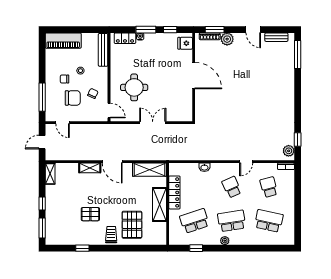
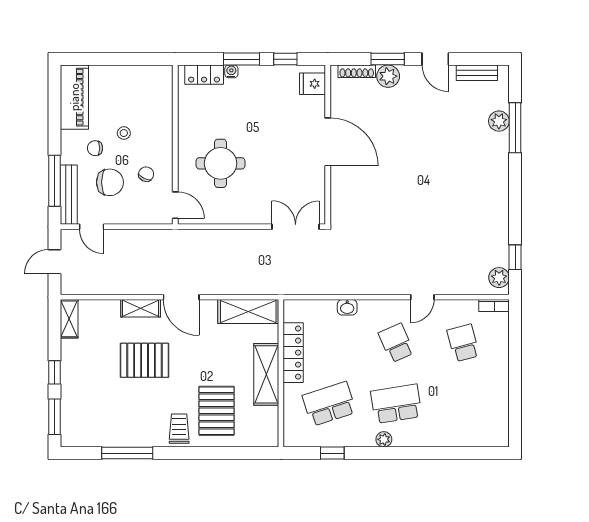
window: (215, 30) -> (388, 59), moved
piano: (63, 41) -> (74, 97), moved, turned -90
bench: (103, 50) -> (69, 195), moved
window: (298, 54) -> (515, 128), moved
plant: (289, 64) -> (499, 121), added
double door: (153, 123) -> (296, 227), moved
pallet: (90, 214) -> (145, 360), moved, width x1.50, depth x1.42
school desk: (269, 221) -> (463, 404), removed
window: (82, 248) -> (127, 453), width x2.17

